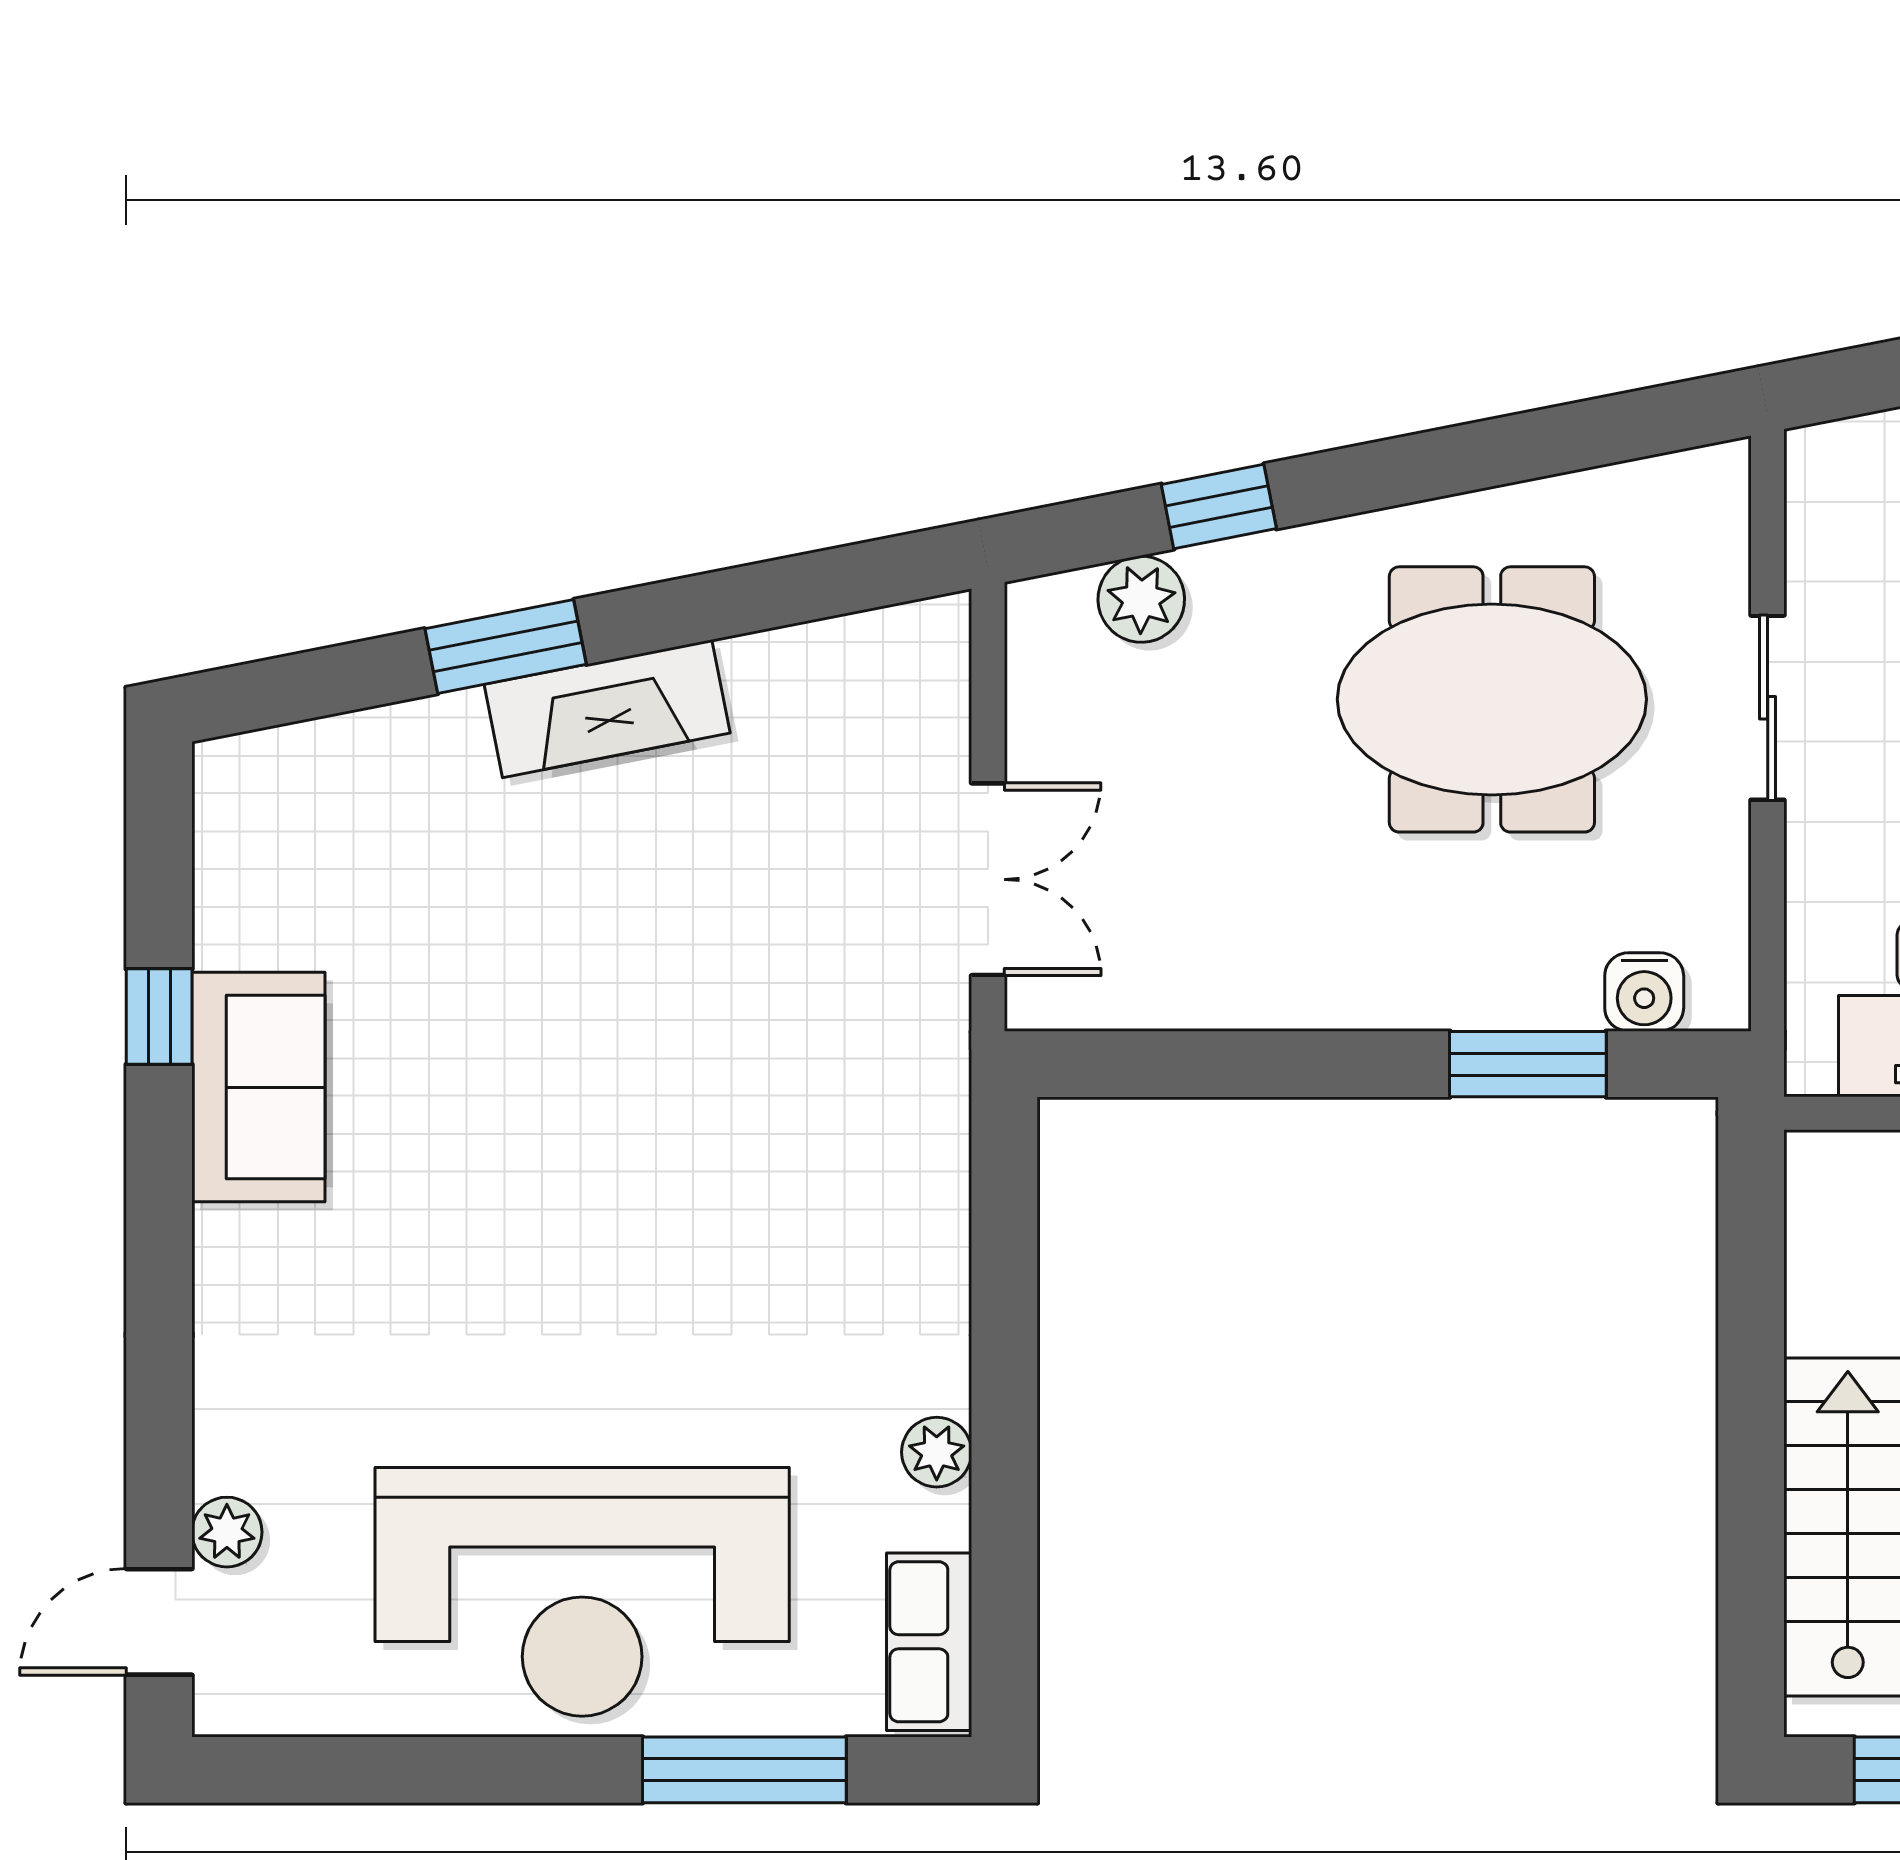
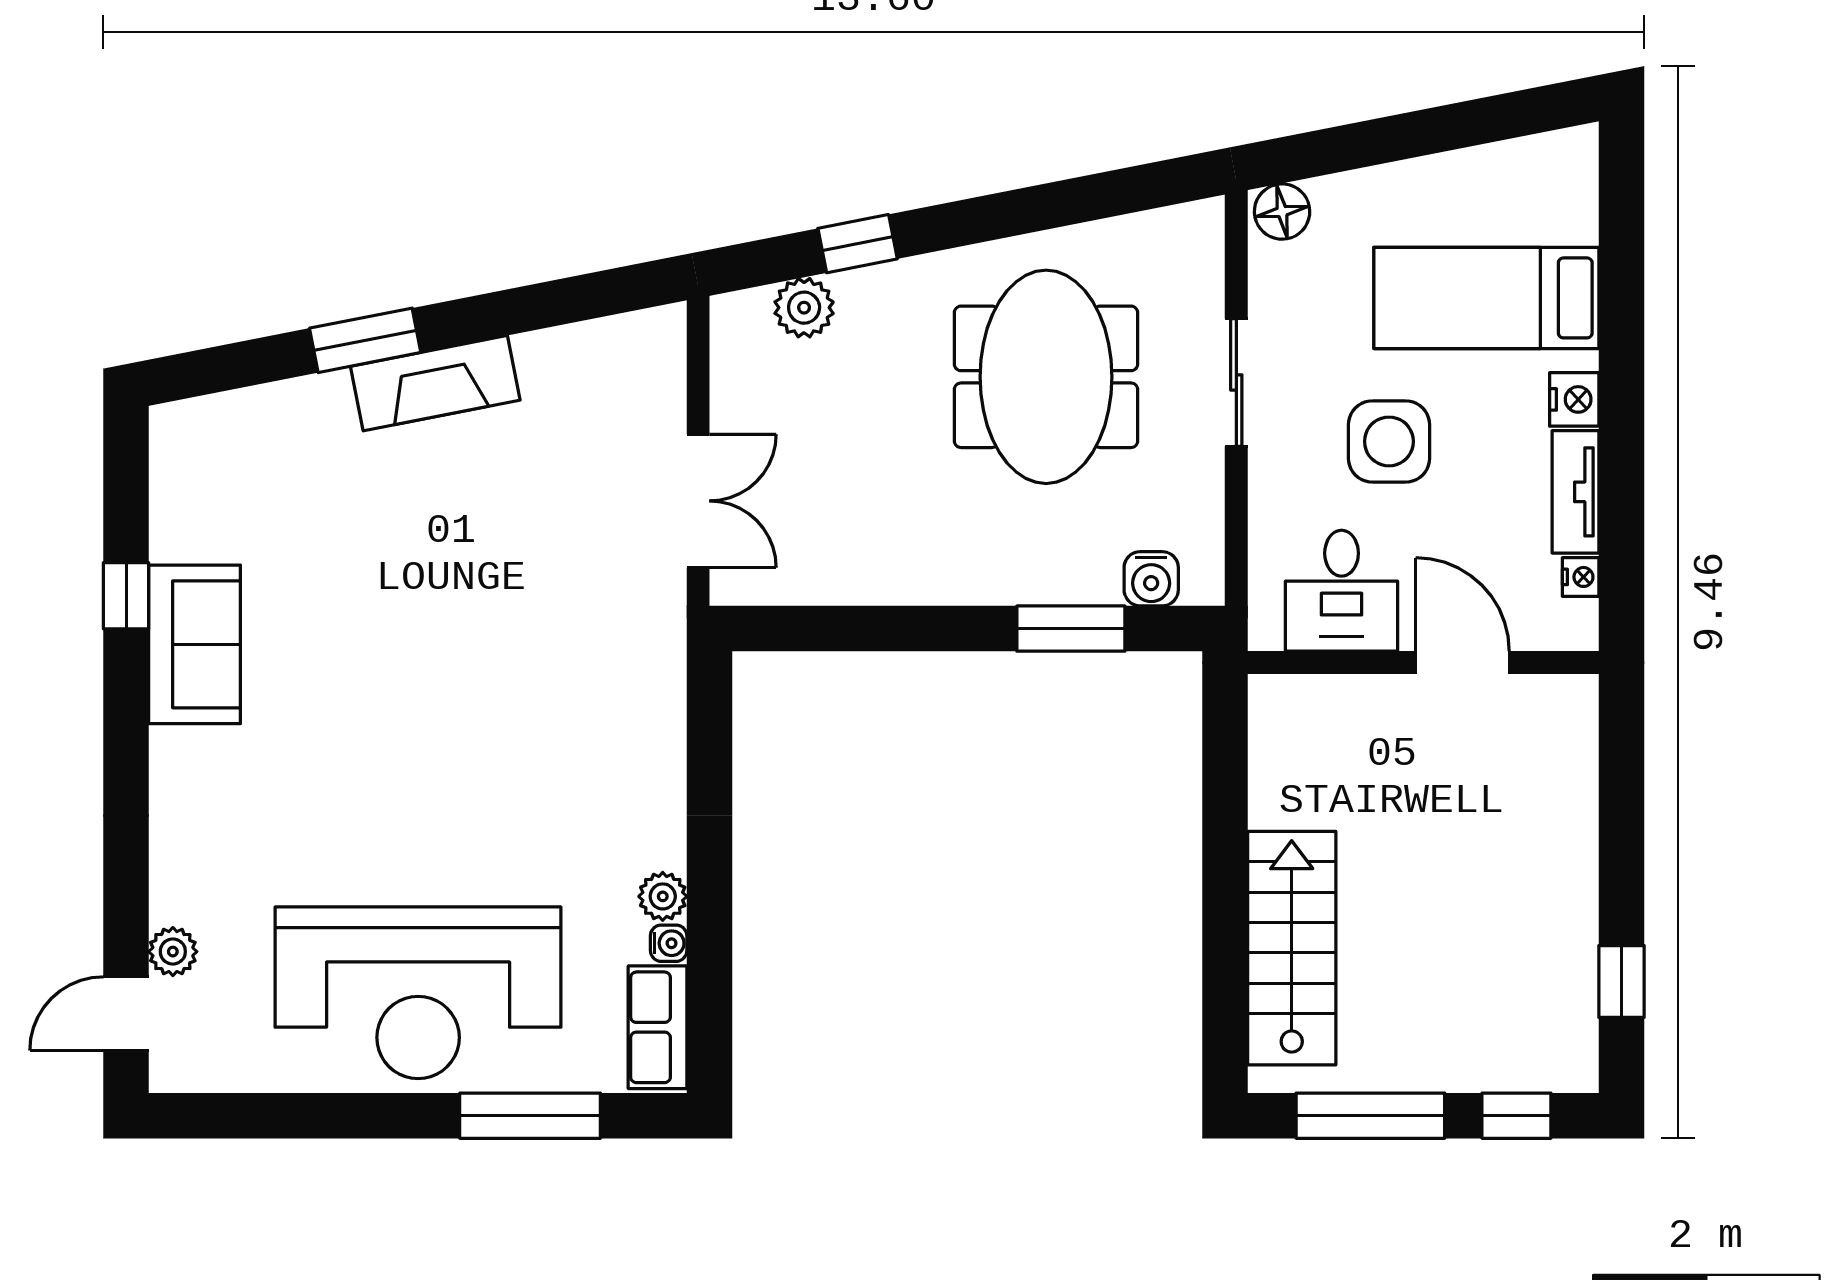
floor lamp: (1834, 460) -> (1282, 212), added
meeting table: (1492, 699) -> (1046, 377), turned 90
water cooler: (945, 1520) -> (669, 943), added

